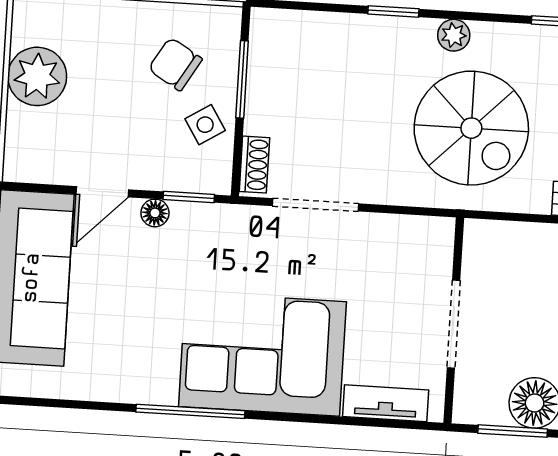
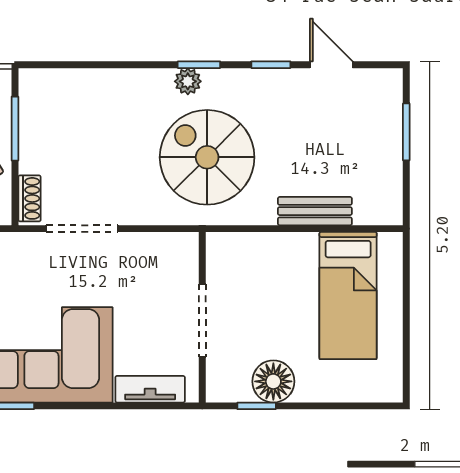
window: (393, 11) -> (199, 65), moved
spiral stairs: (471, 128) -> (207, 157), turned 180
window: (513, 431) -> (257, 406), width x0.67

